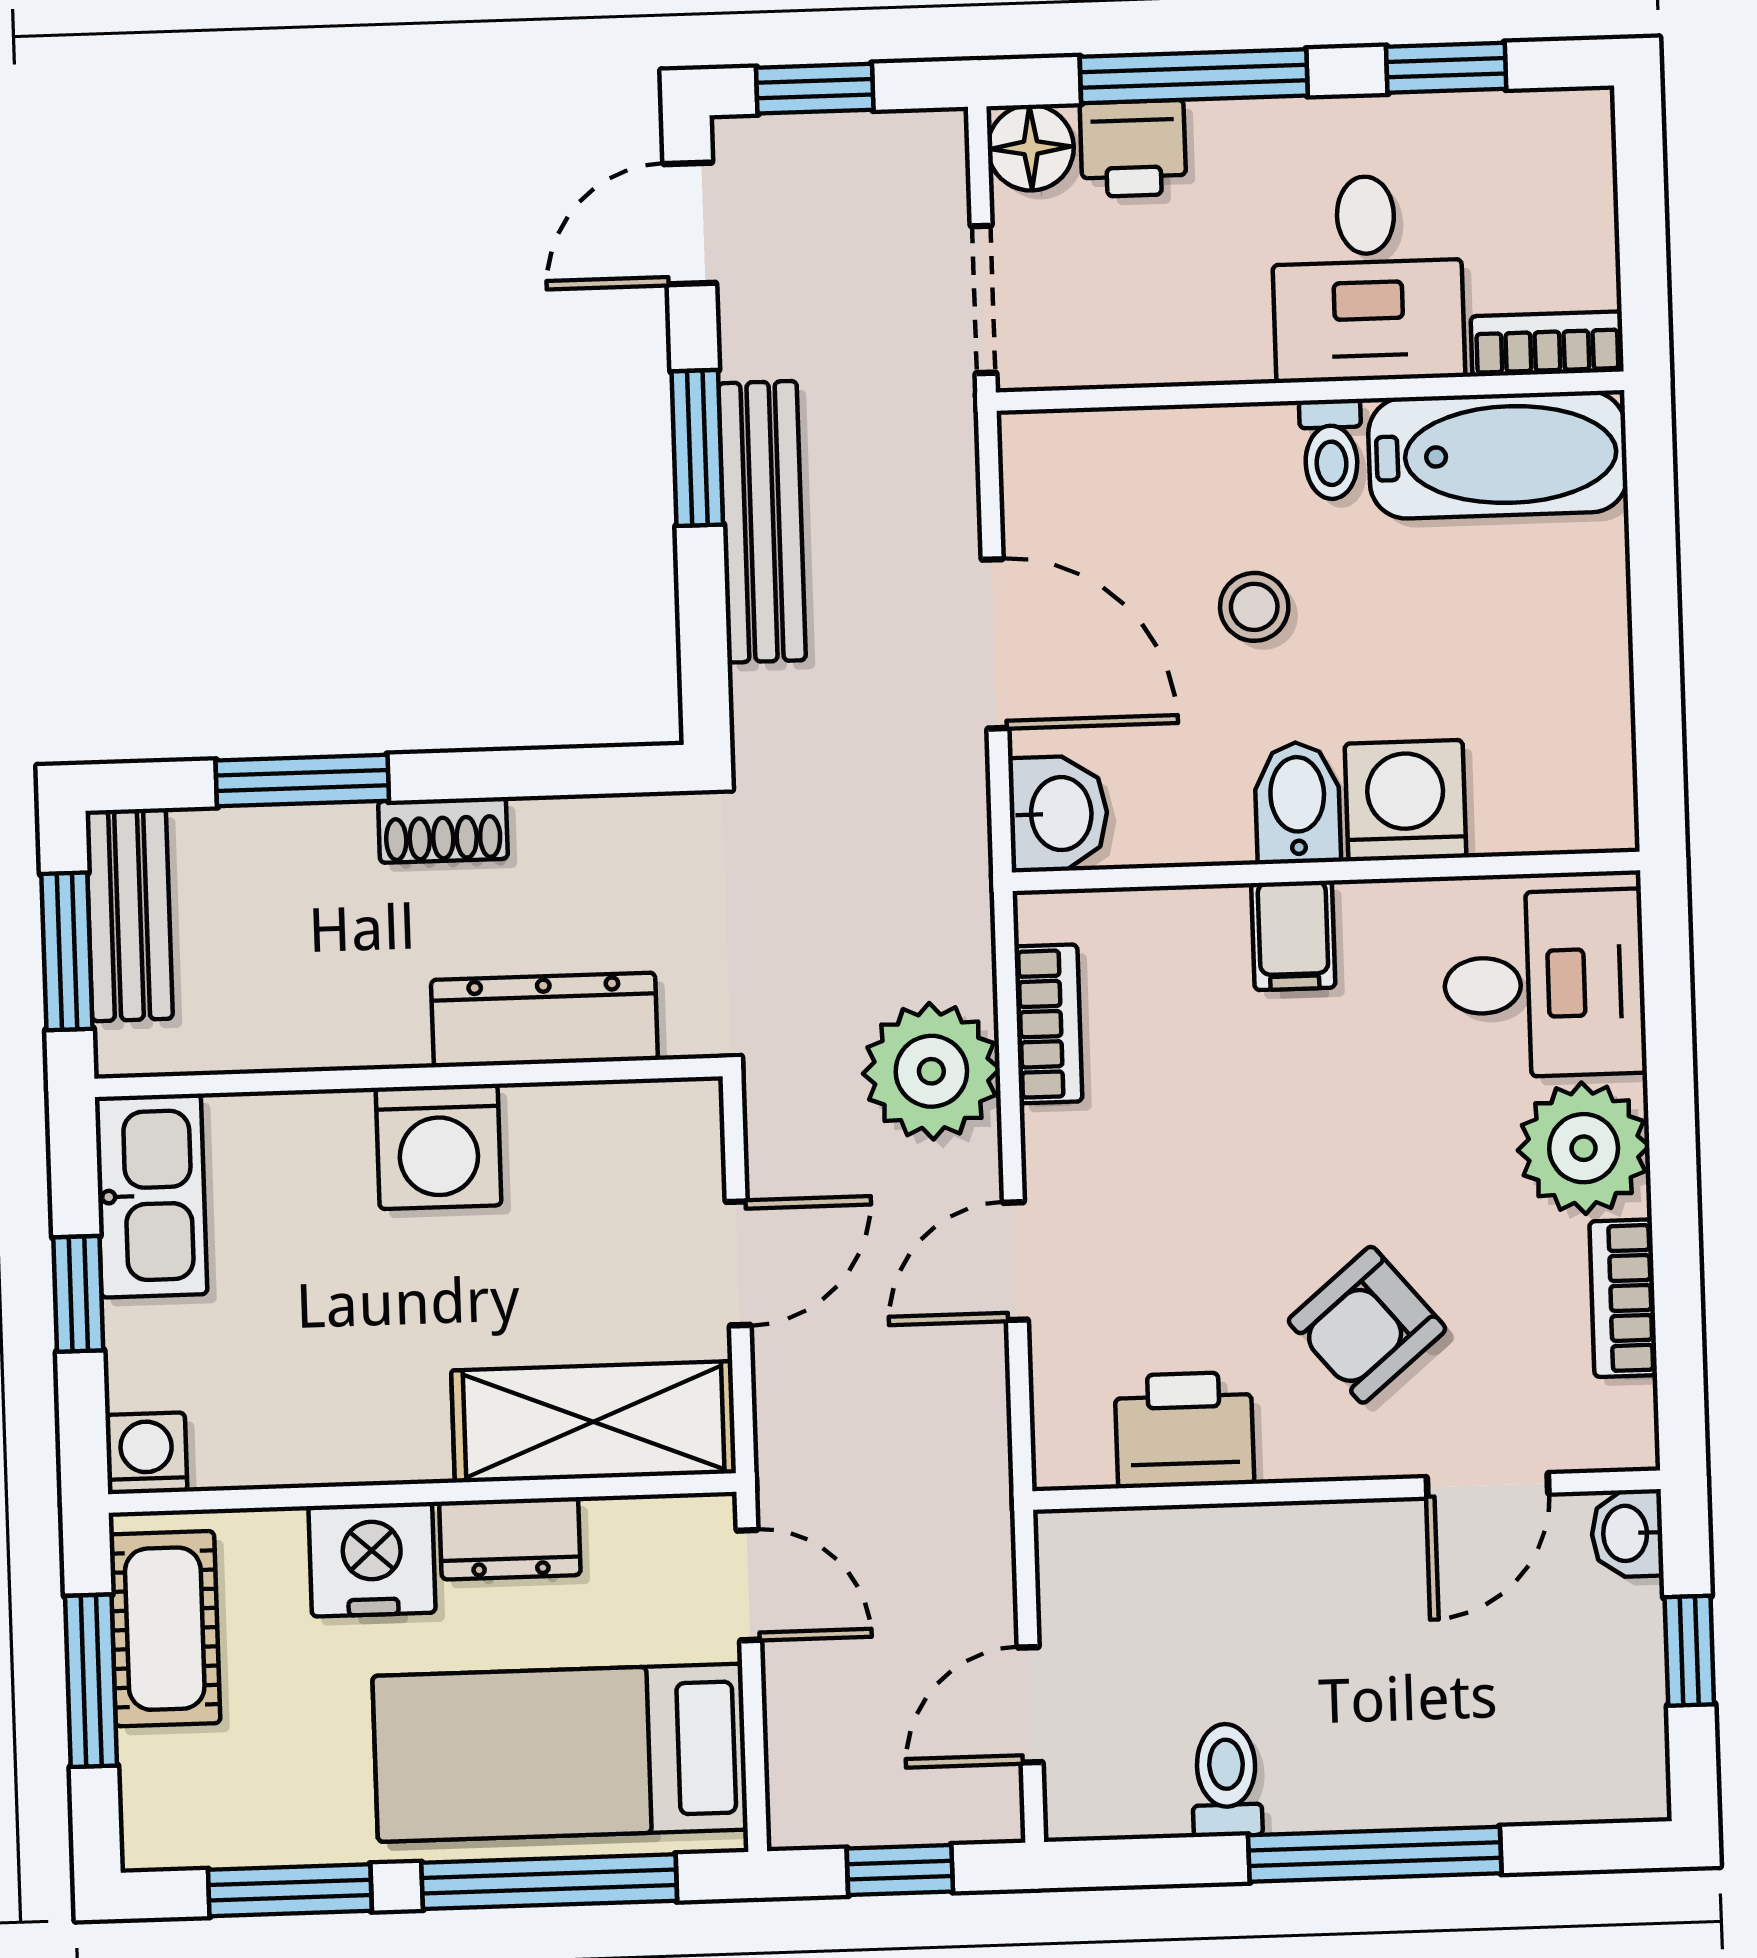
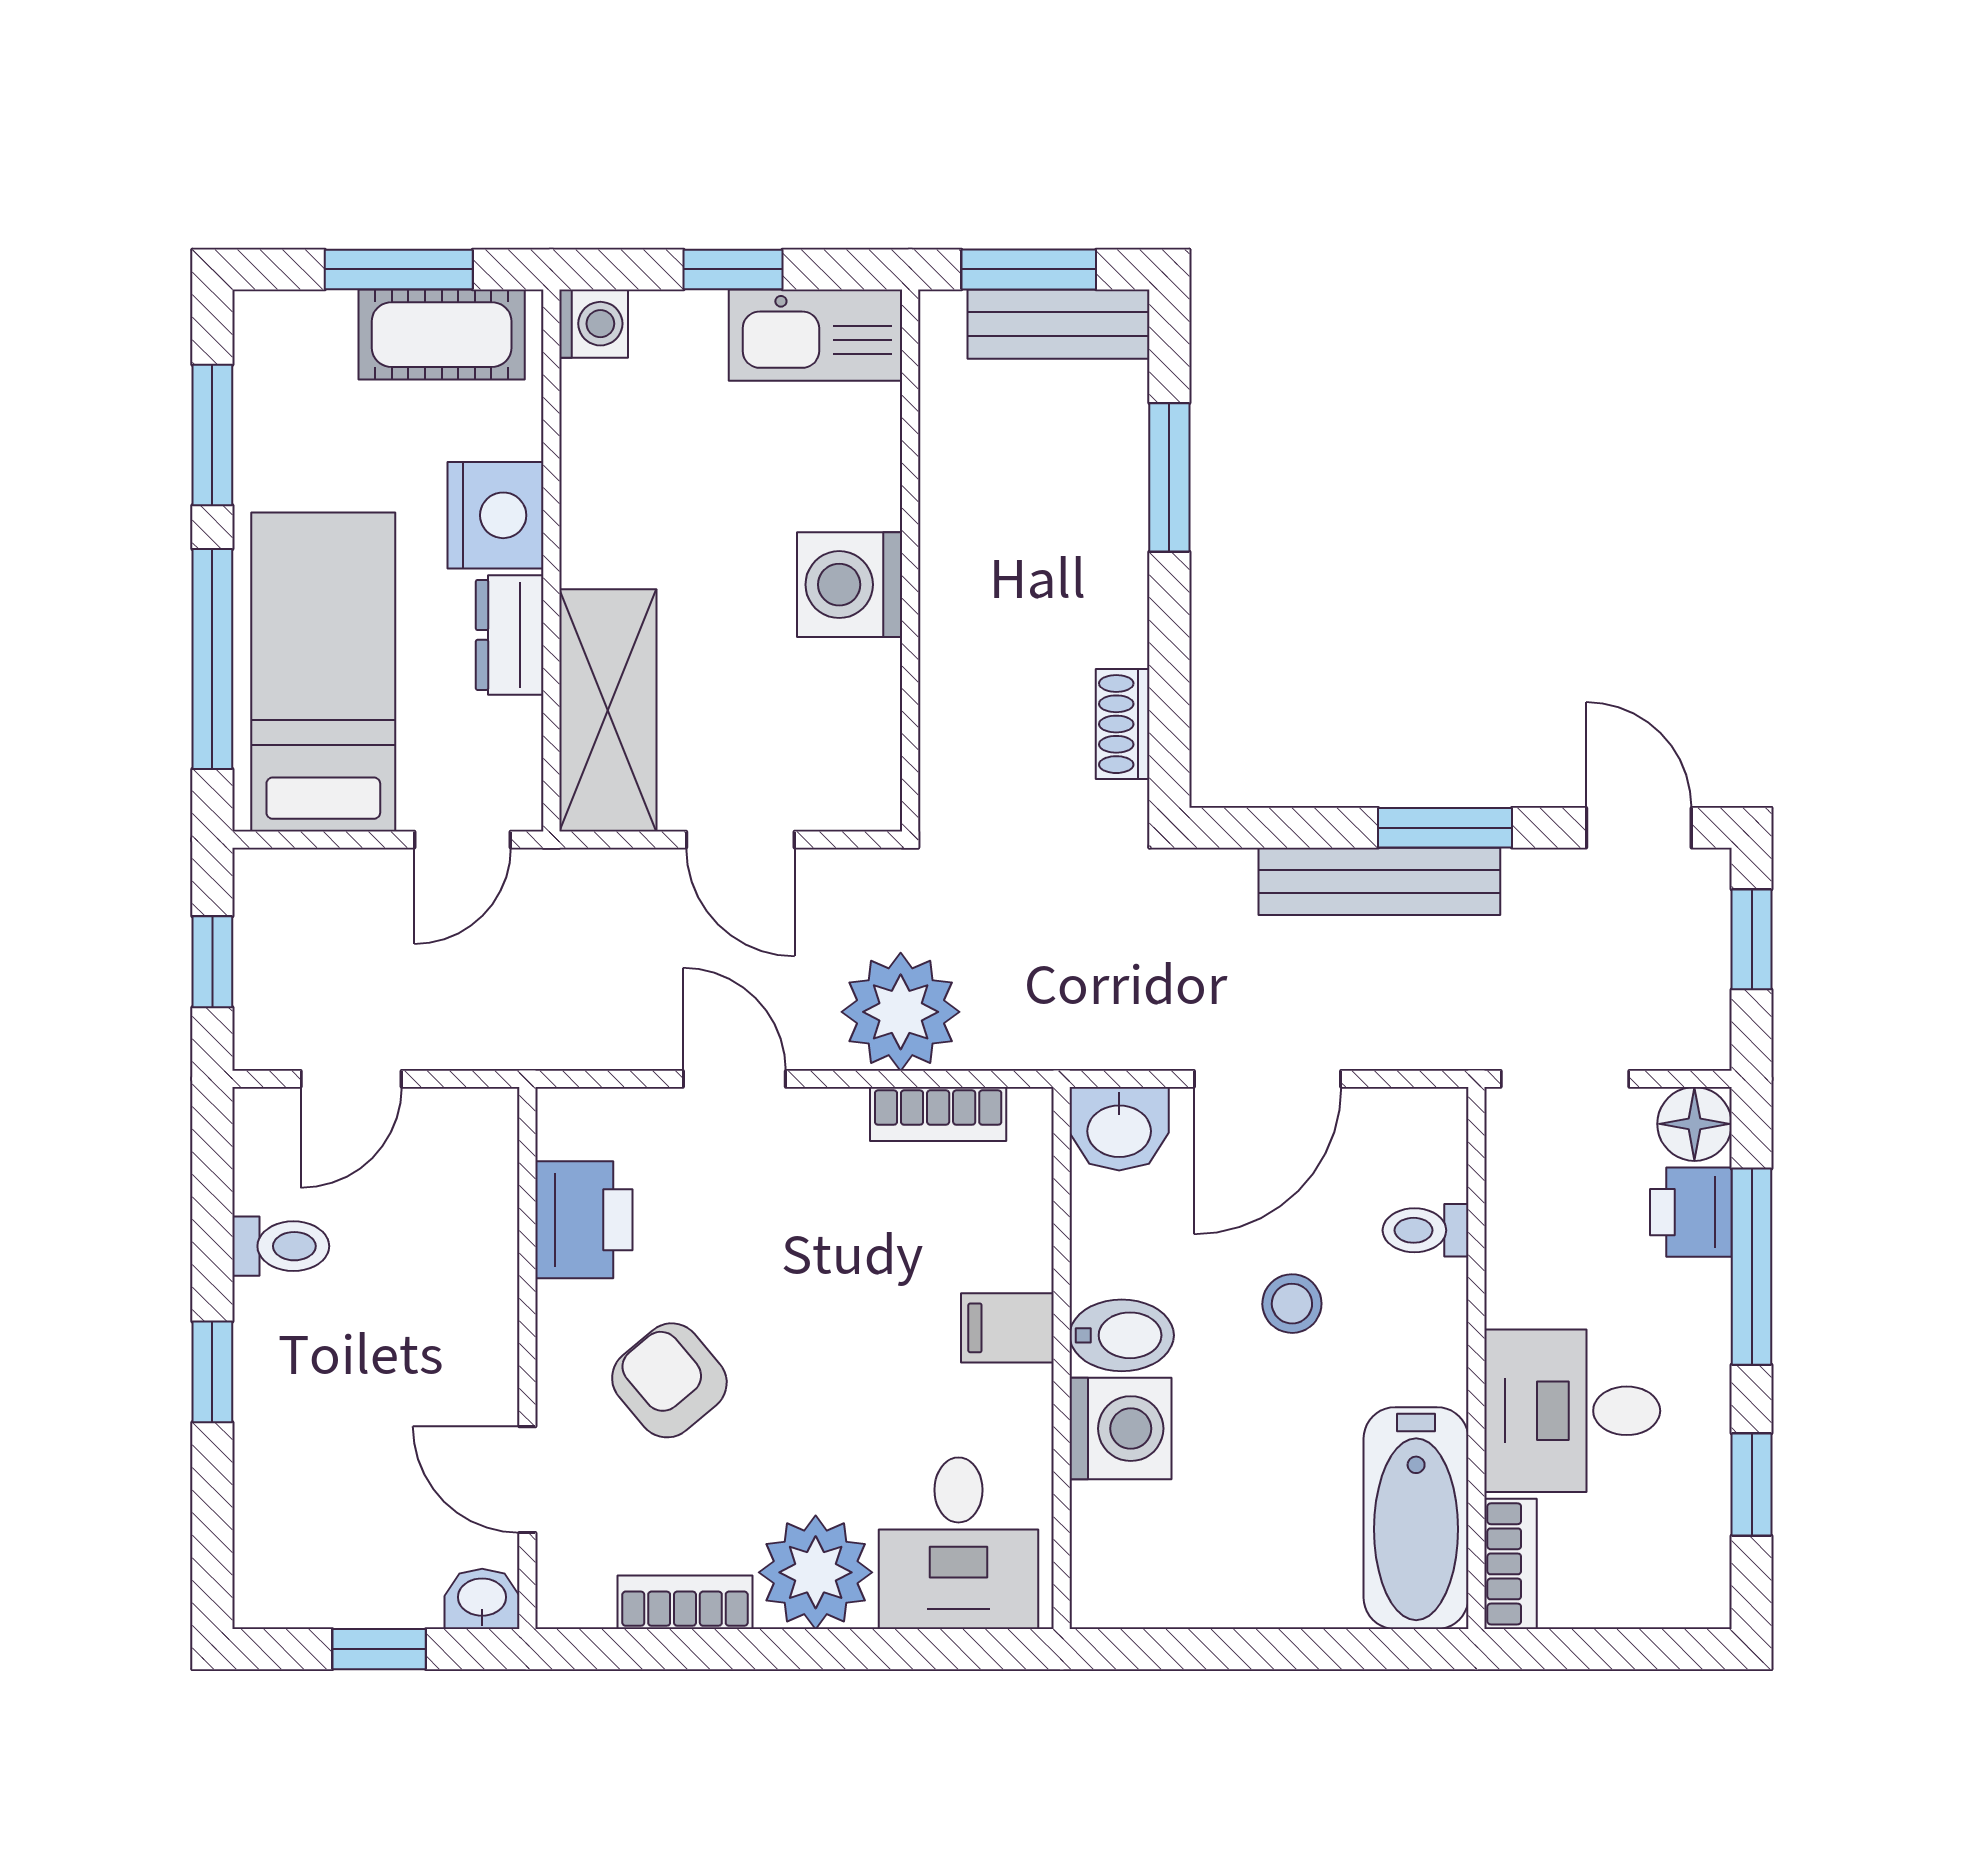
toilet: (1331, 449) -> (1426, 1230), moved
shoe rack: (443, 830) -> (1123, 724), moved
dresser: (544, 1020) -> (956, 679), removed
door: (1030, 1705) -> (351, 1079), swing flipped
window: (1375, 1854) -> (212, 1372), width x0.46

